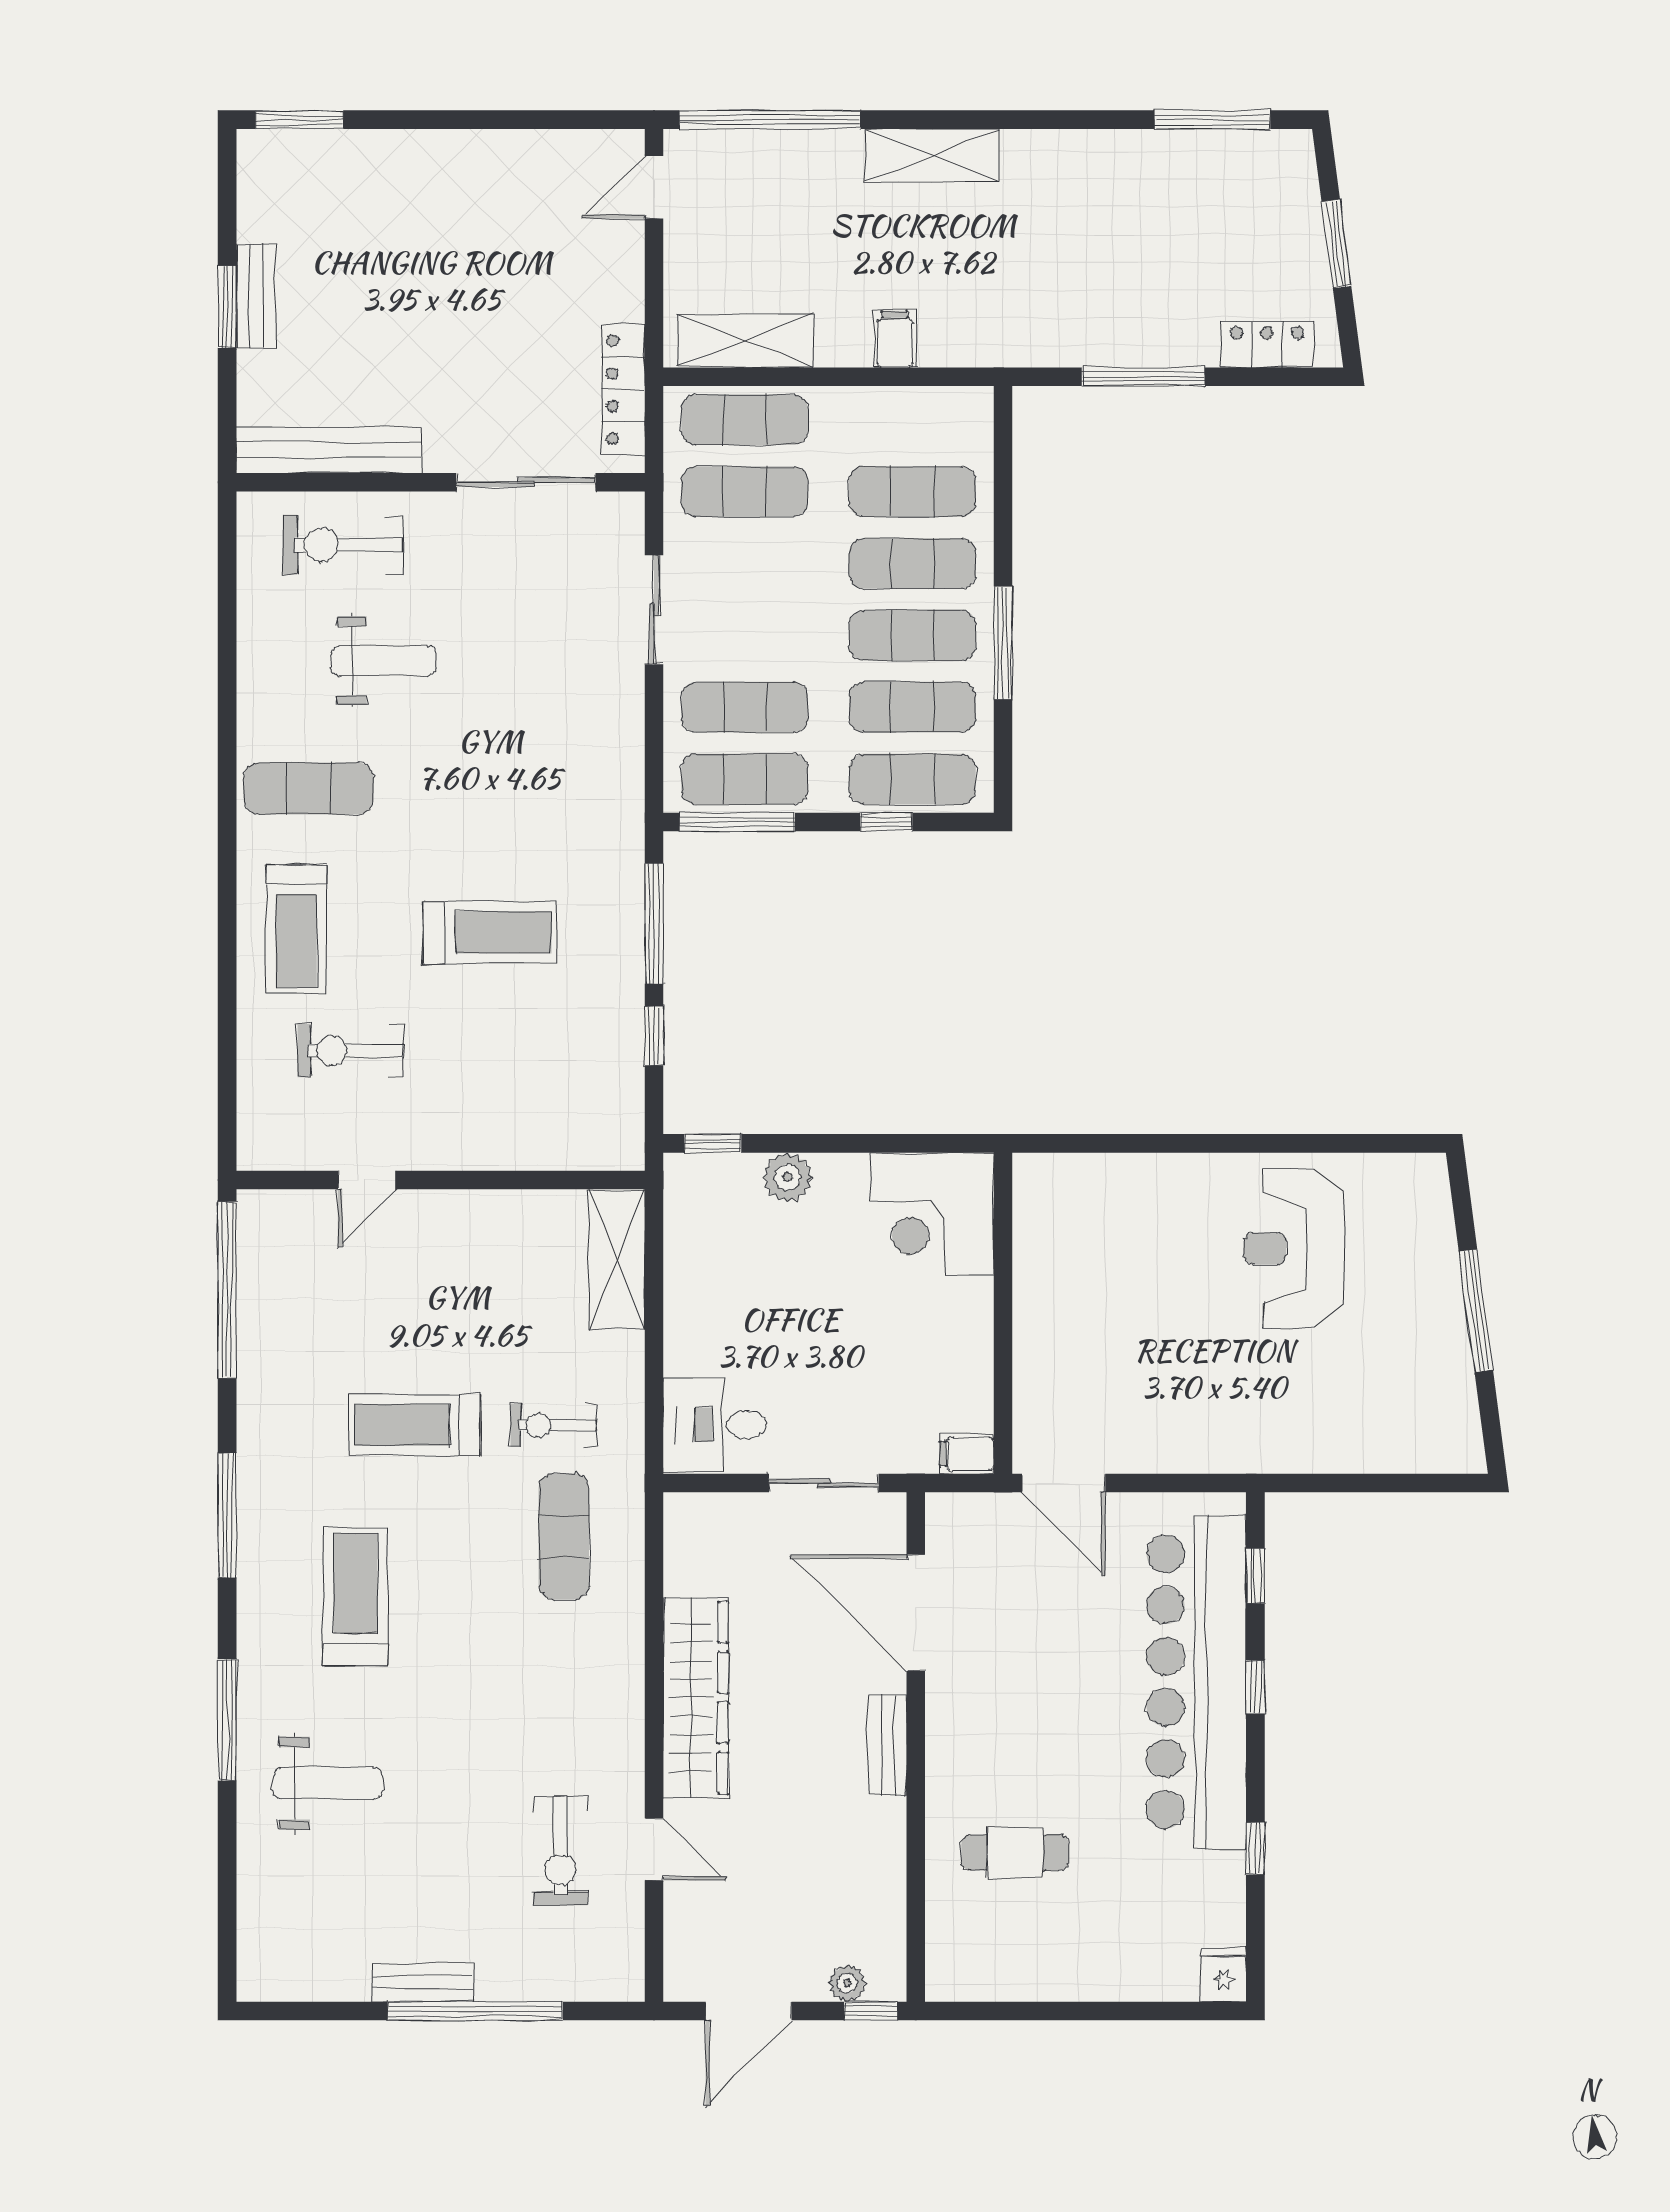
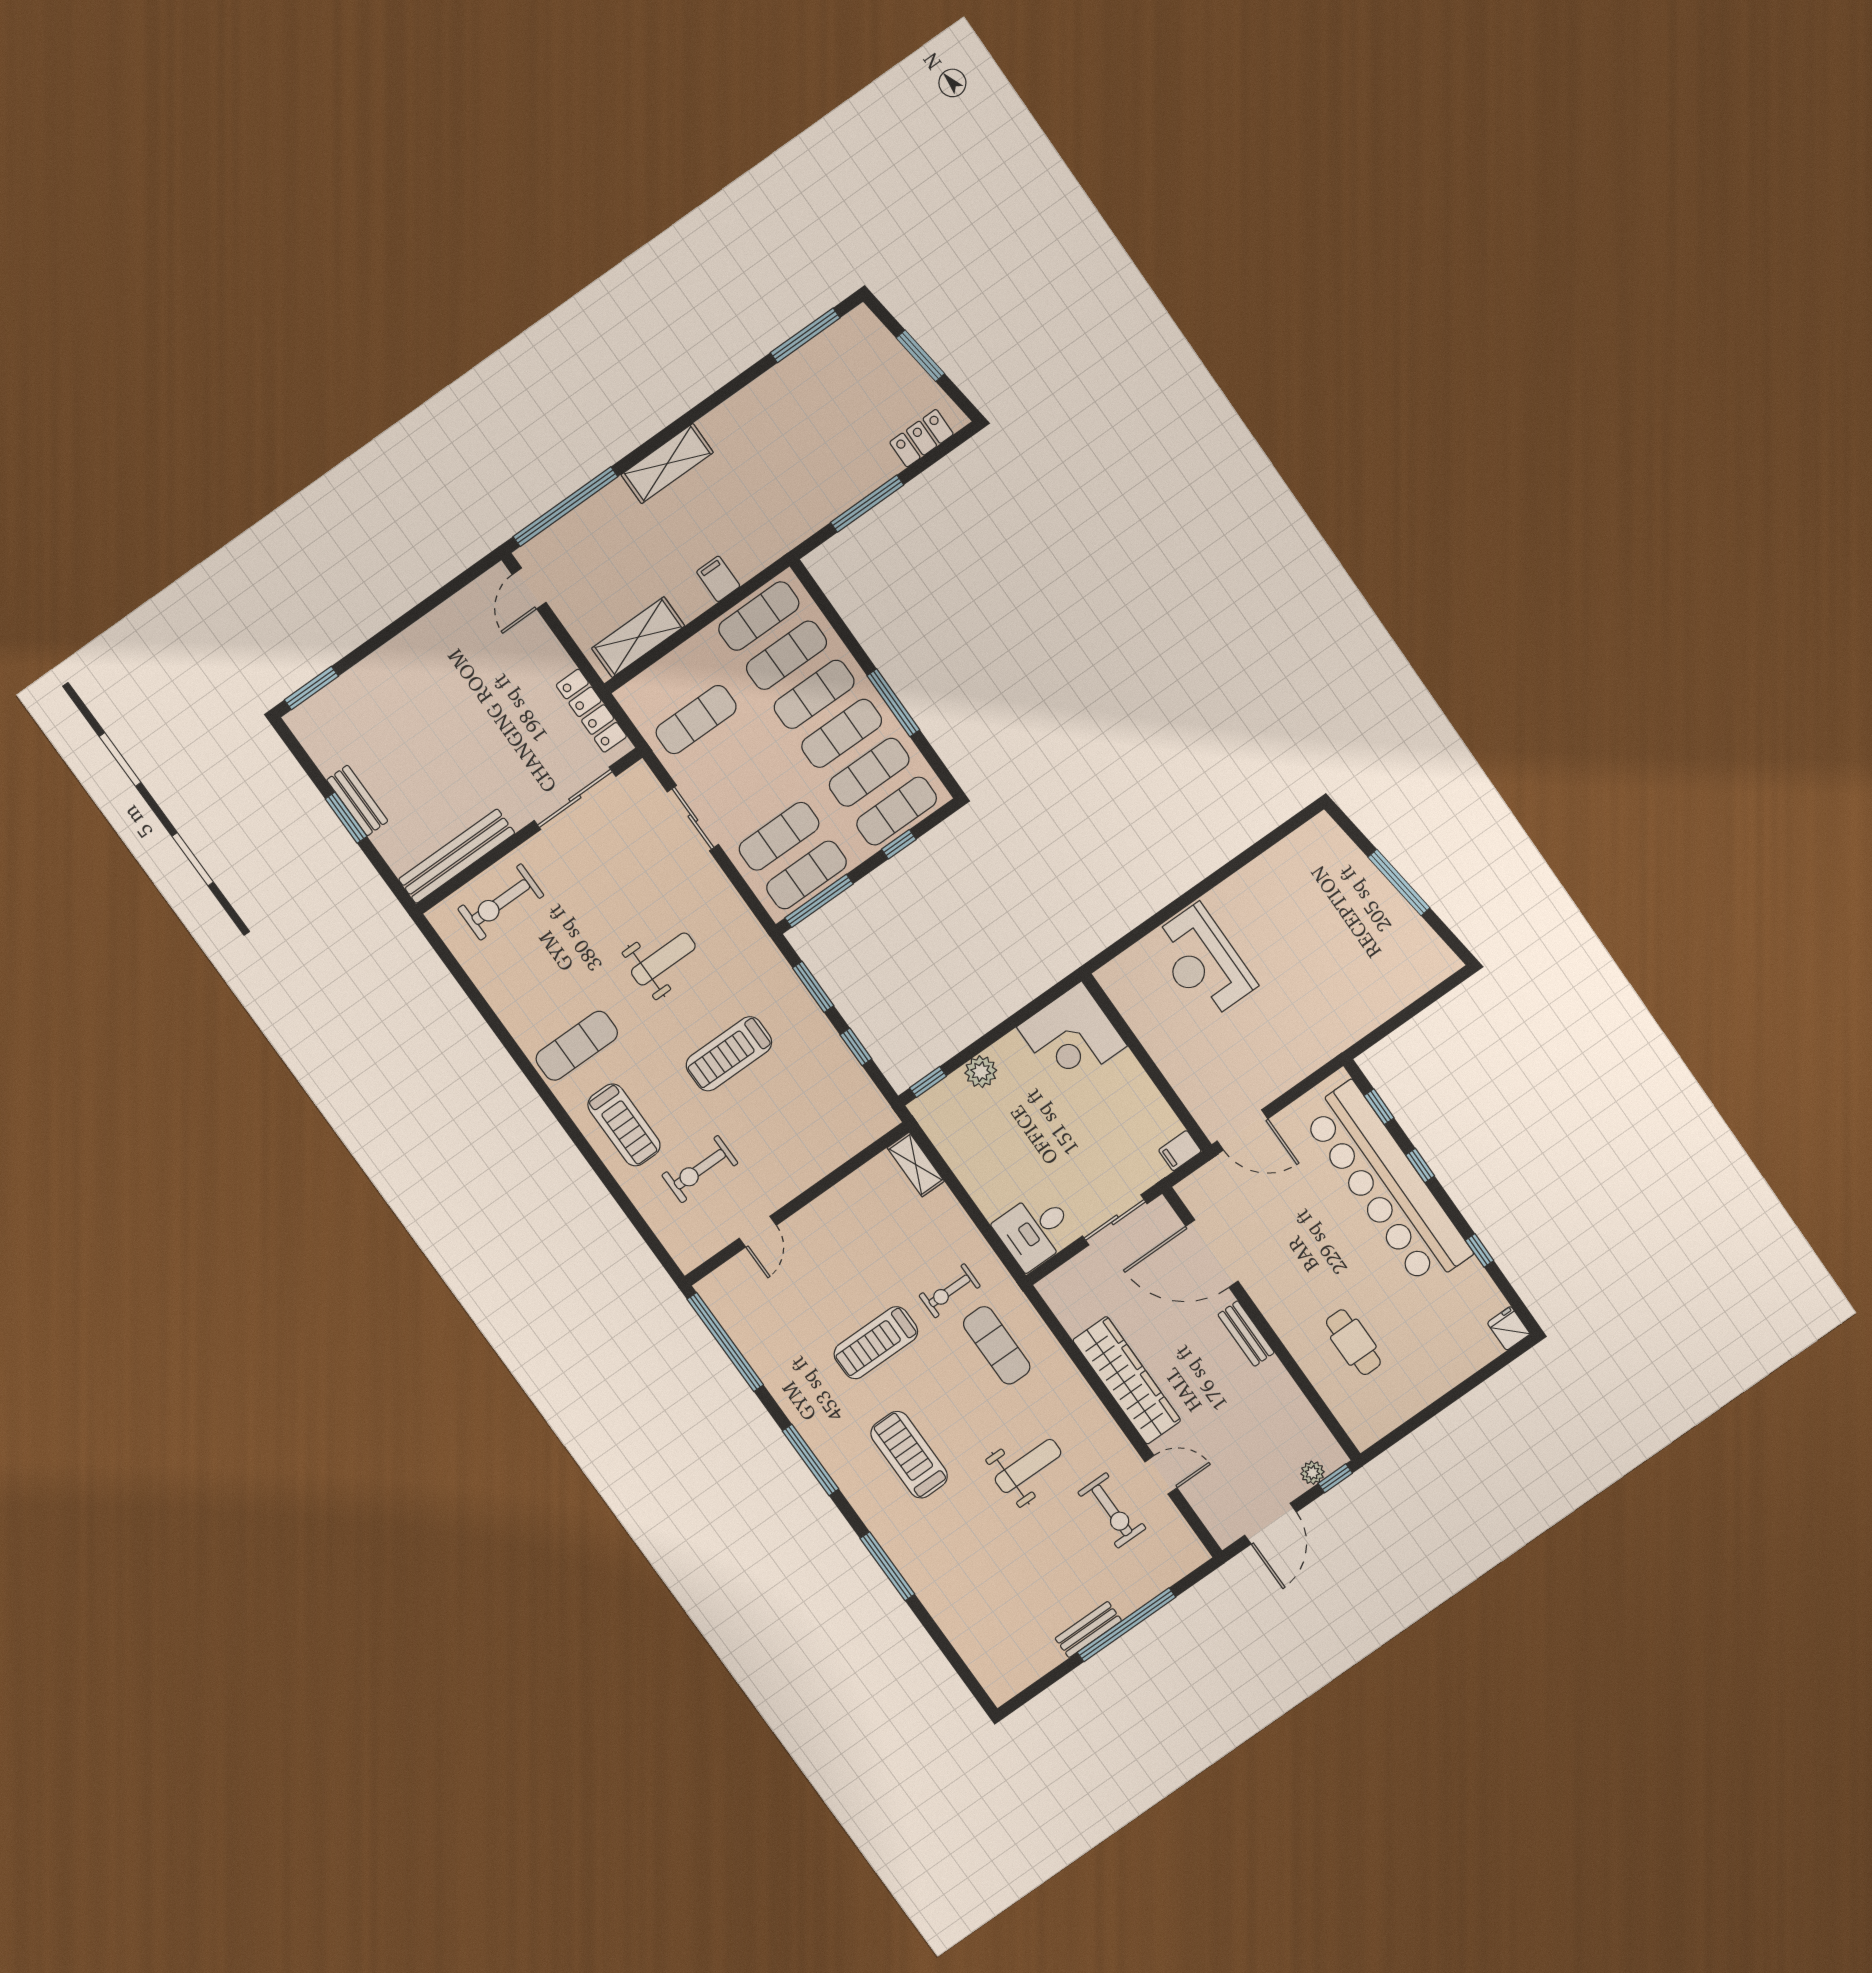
exercise mat: (745, 420) -> (759, 616), moved
weight bench: (383, 661) -> (663, 959), moved
window: (654, 923) -> (813, 987), width x0.69
treadmill: (490, 932) -> (729, 1054), turned 180
reception desk: (1294, 1249) -> (1203, 962), moved
shelving: (617, 1259) -> (916, 1165), width x0.67, depth x0.75
weight bench: (328, 1783) -> (1028, 1466), moved
cafe table: (1015, 1853) -> (1353, 1342), turned 90

